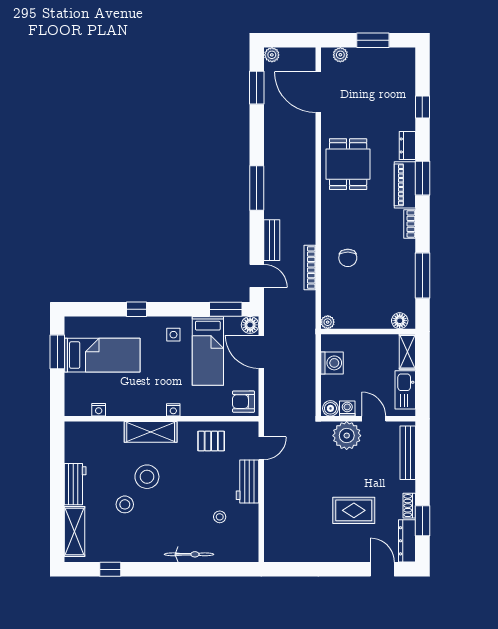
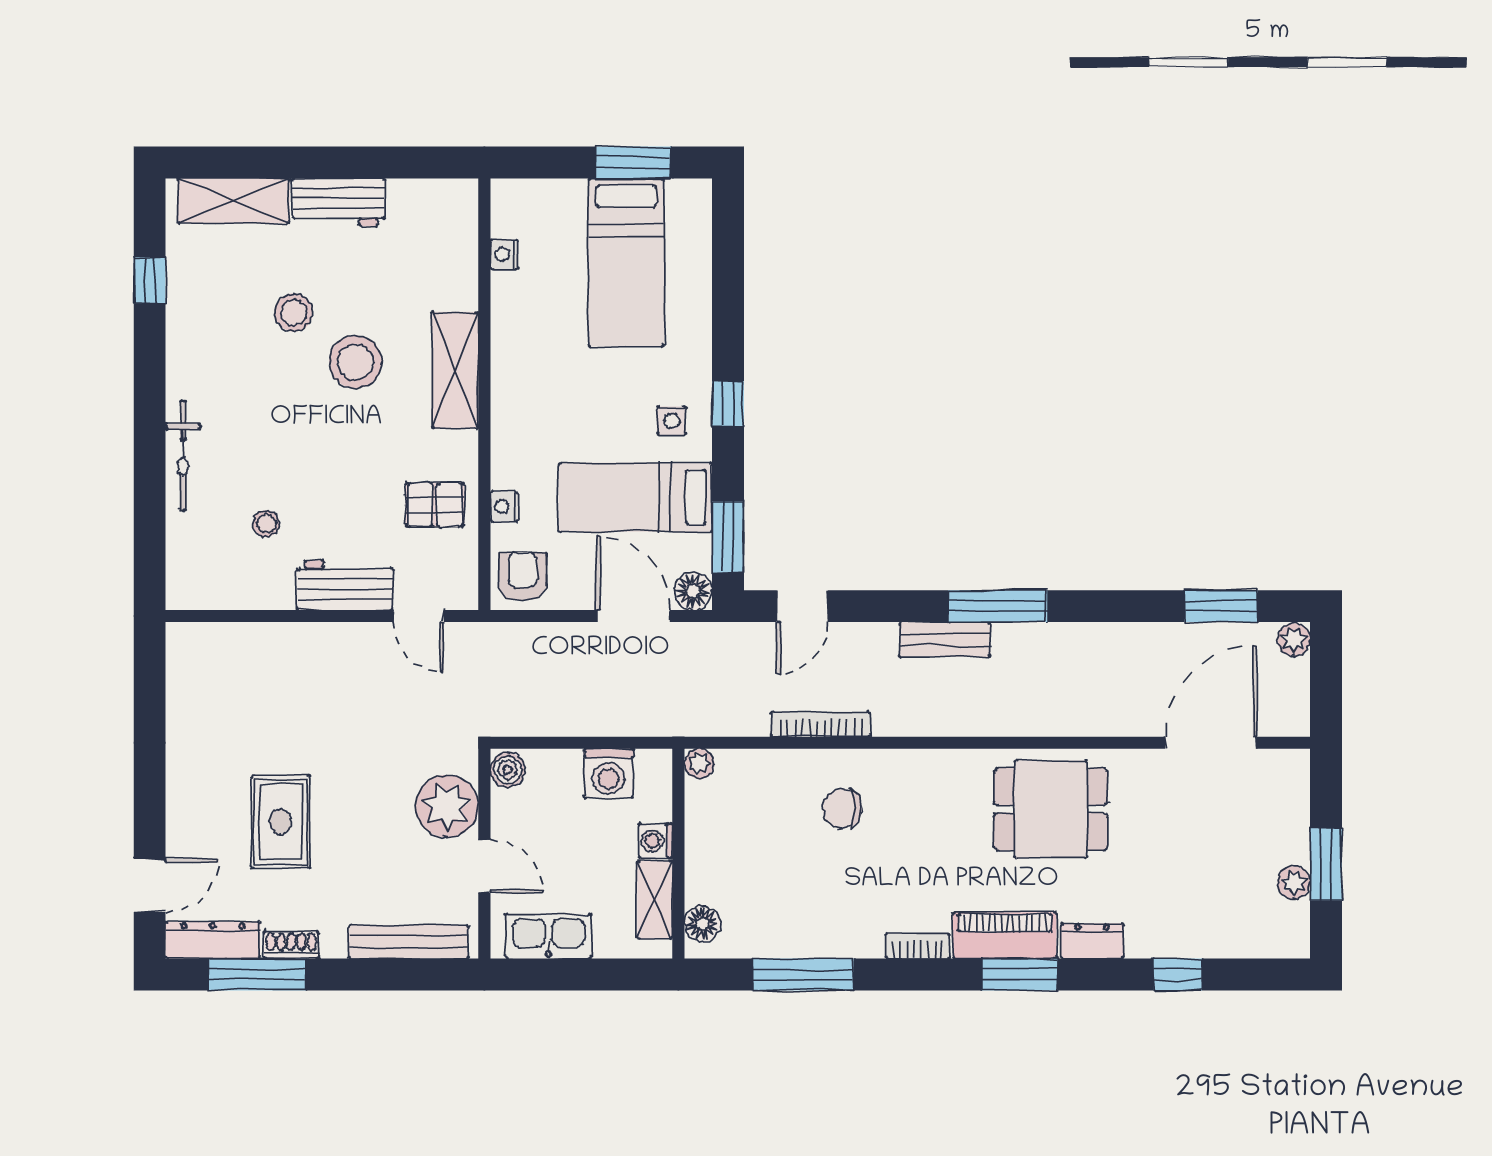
plant: (340, 55) -> (1294, 883), moved
bench: (272, 240) -> (945, 639), moved
window: (136, 309) -> (728, 404), moved
door: (261, 352) -> (633, 616), hinge flipped
shelving: (407, 352) -> (655, 900), moved, turned 90
washing machine: (347, 408) -> (656, 841), moved, turned 180
nightstand: (173, 410) -> (504, 507), moved
door: (374, 419) -> (484, 866), hinge flipped
pallet: (211, 441) -> (435, 505), turned 90
window: (422, 521) -> (258, 974), width x1.44

